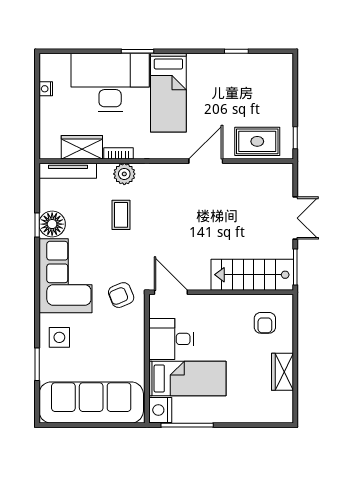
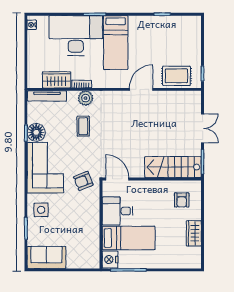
nightstand: (46, 89) -> (32, 25), moved
sofa: (91, 402) -> (46, 257), width x0.54, depth x0.79

